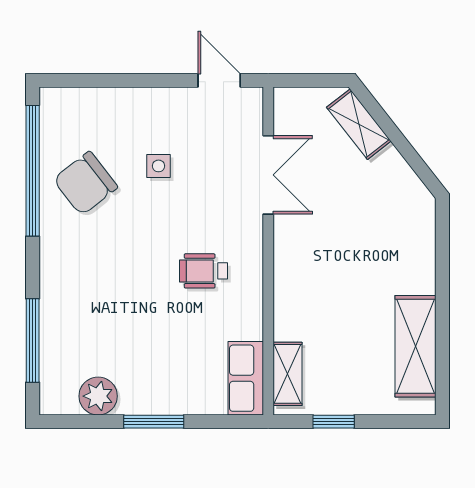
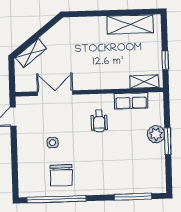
chair: (85, 183) -> (61, 175), turned 38
row of seats: (246, 378) -> (131, 101), moved
plant: (98, 396) -> (156, 134), moved

